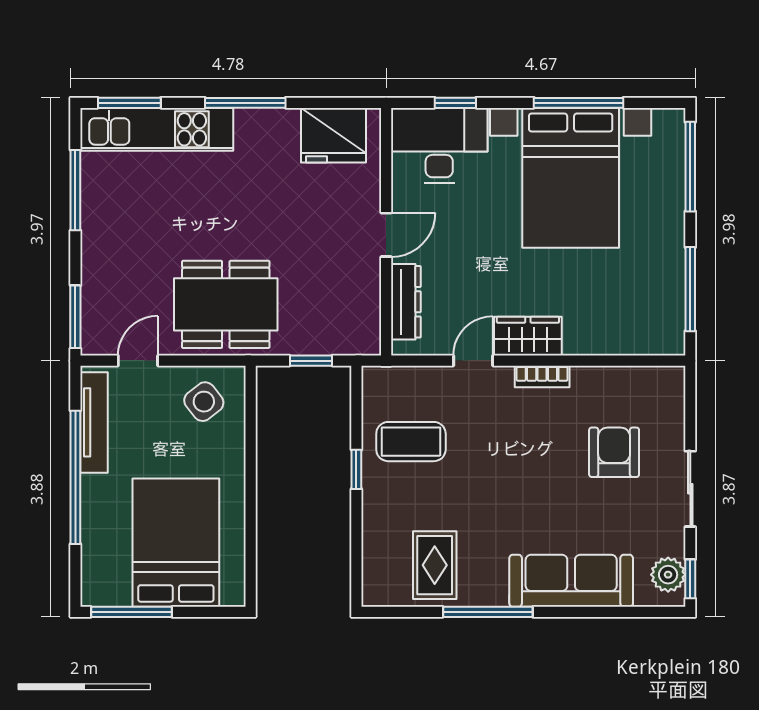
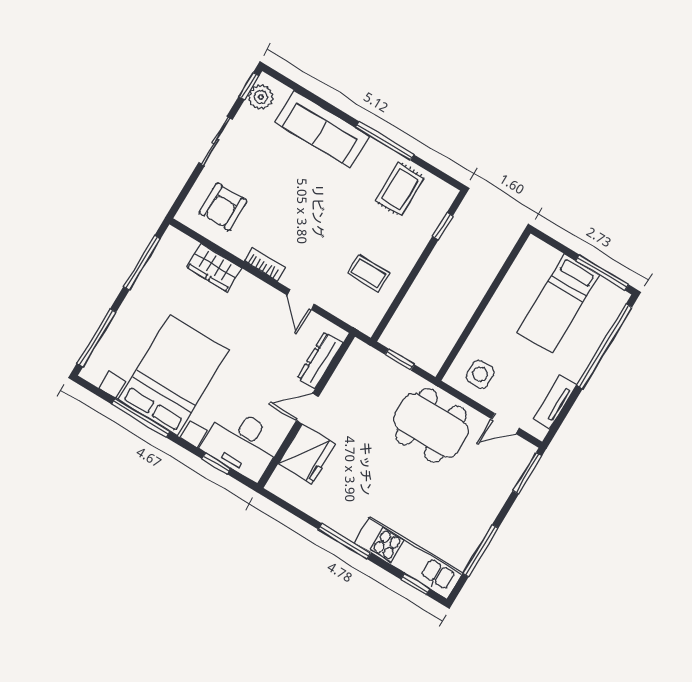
window: (129, 103) -> (415, 584), width x0.67
fridge: (333, 135) -> (307, 454), moved, turned 90
wardrobe: (528, 336) -> (214, 268), moved
door: (473, 361) -> (301, 300), hinge flipped
side table: (204, 402) -> (480, 374), turned 38
tv unit: (94, 422) -> (555, 402), width x0.71
coffee table: (411, 442) -> (369, 273), width x0.73, depth x0.77
armchair: (614, 452) -> (223, 207), moved
window: (356, 469) -> (443, 226), moved
window: (75, 477) -> (604, 346), moved
bed: (176, 543) -> (558, 304), width x0.67

